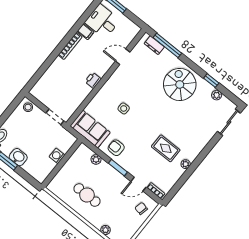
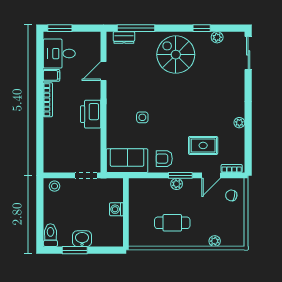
printer: (93, 80) -> (91, 114), width x1.87, depth x1.48
rug: (166, 148) -> (203, 145), moved
plant: (96, 159) -> (177, 184), moved

